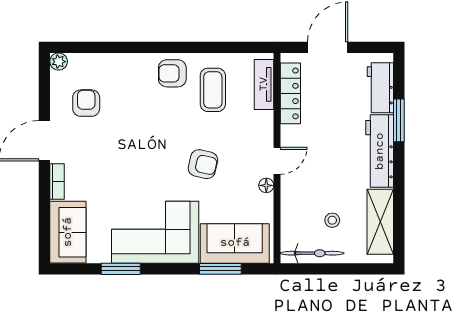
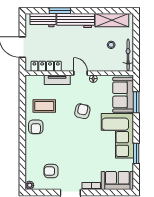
tv unit: (264, 84) -> (57, 80), moved

